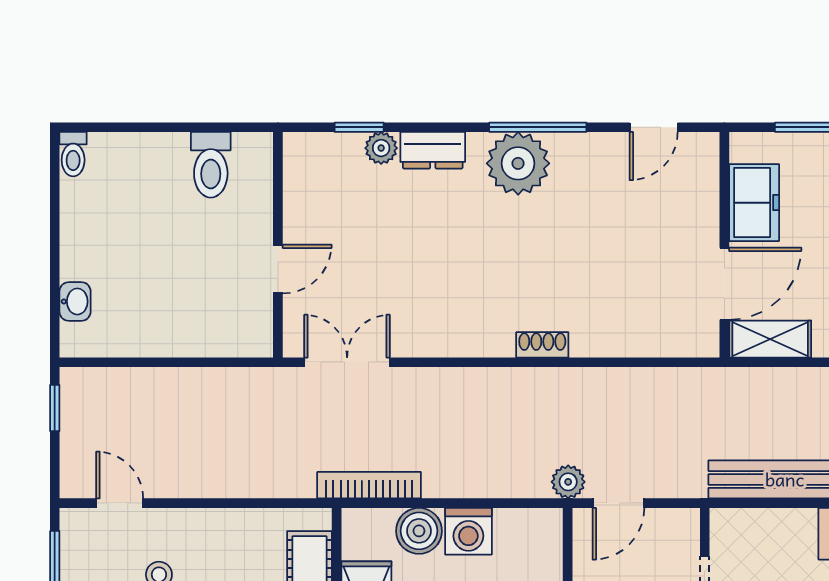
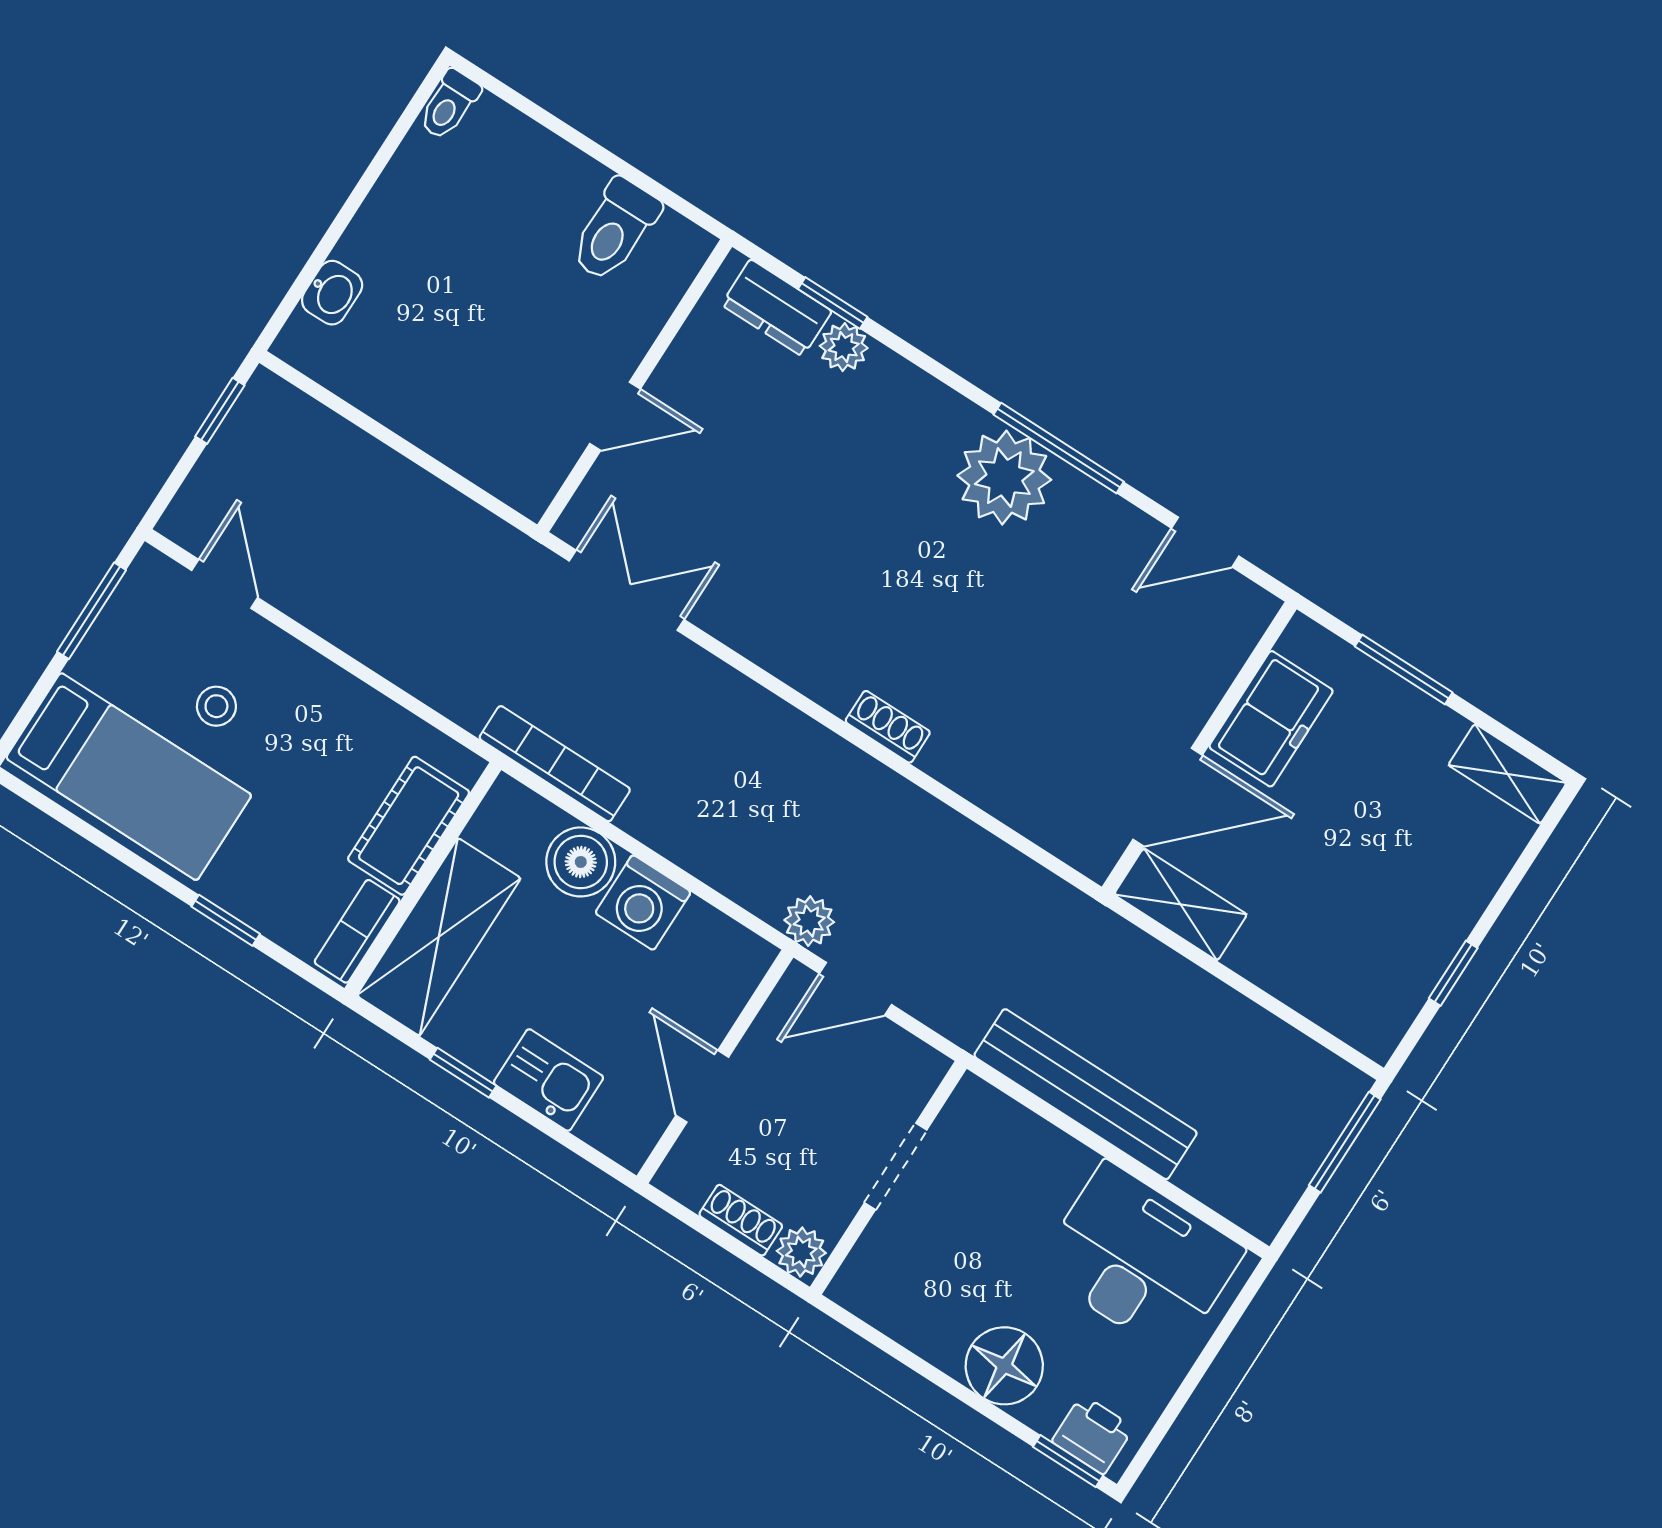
dresser: (433, 150) -> (777, 308), moved

